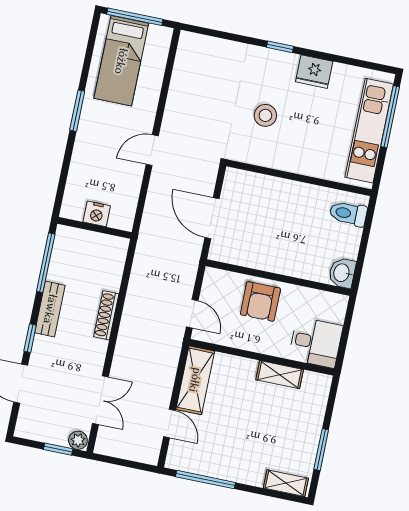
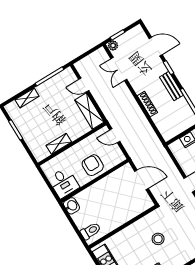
desk: (316, 342) -> (64, 183), moved, turned -90
shelving: (286, 483) -> (27, 98), moved

